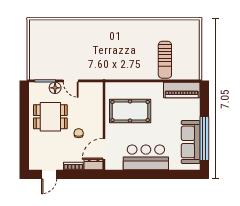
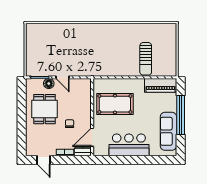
dining table: (50, 117) -> (45, 109), turned 90
window: (204, 139) -> (181, 115), moved
door: (49, 174) -> (44, 160), hinge flipped

